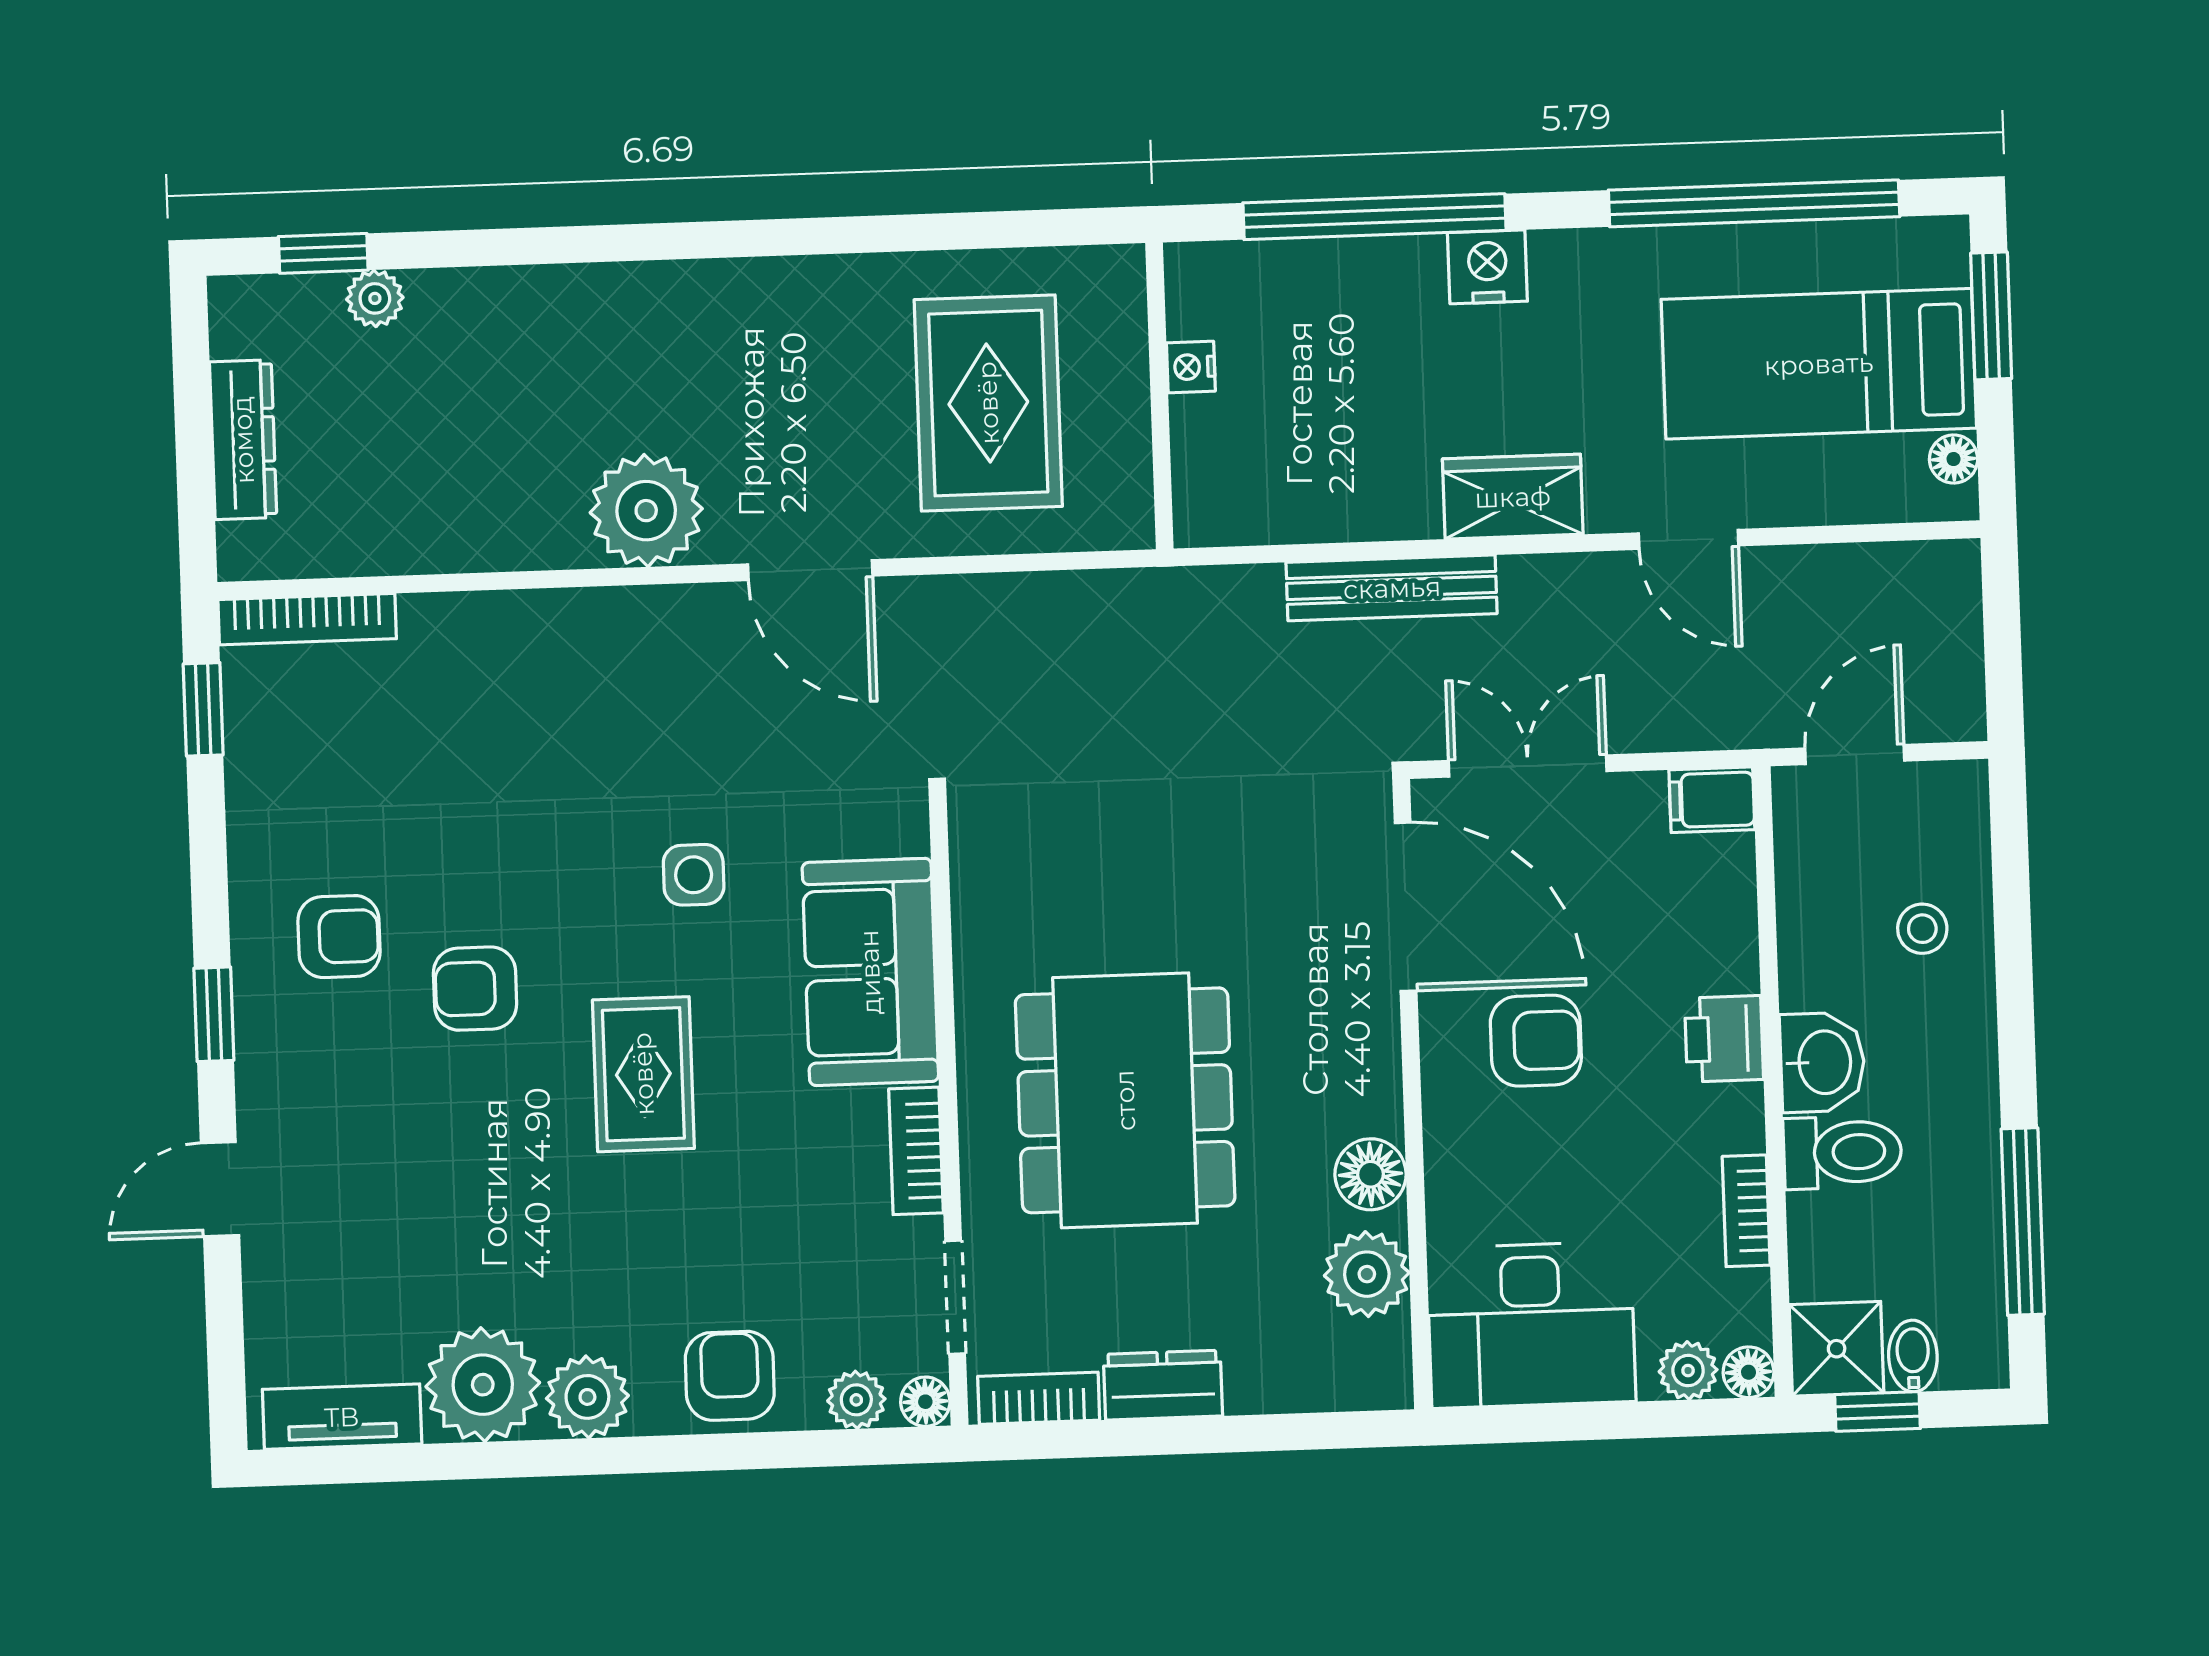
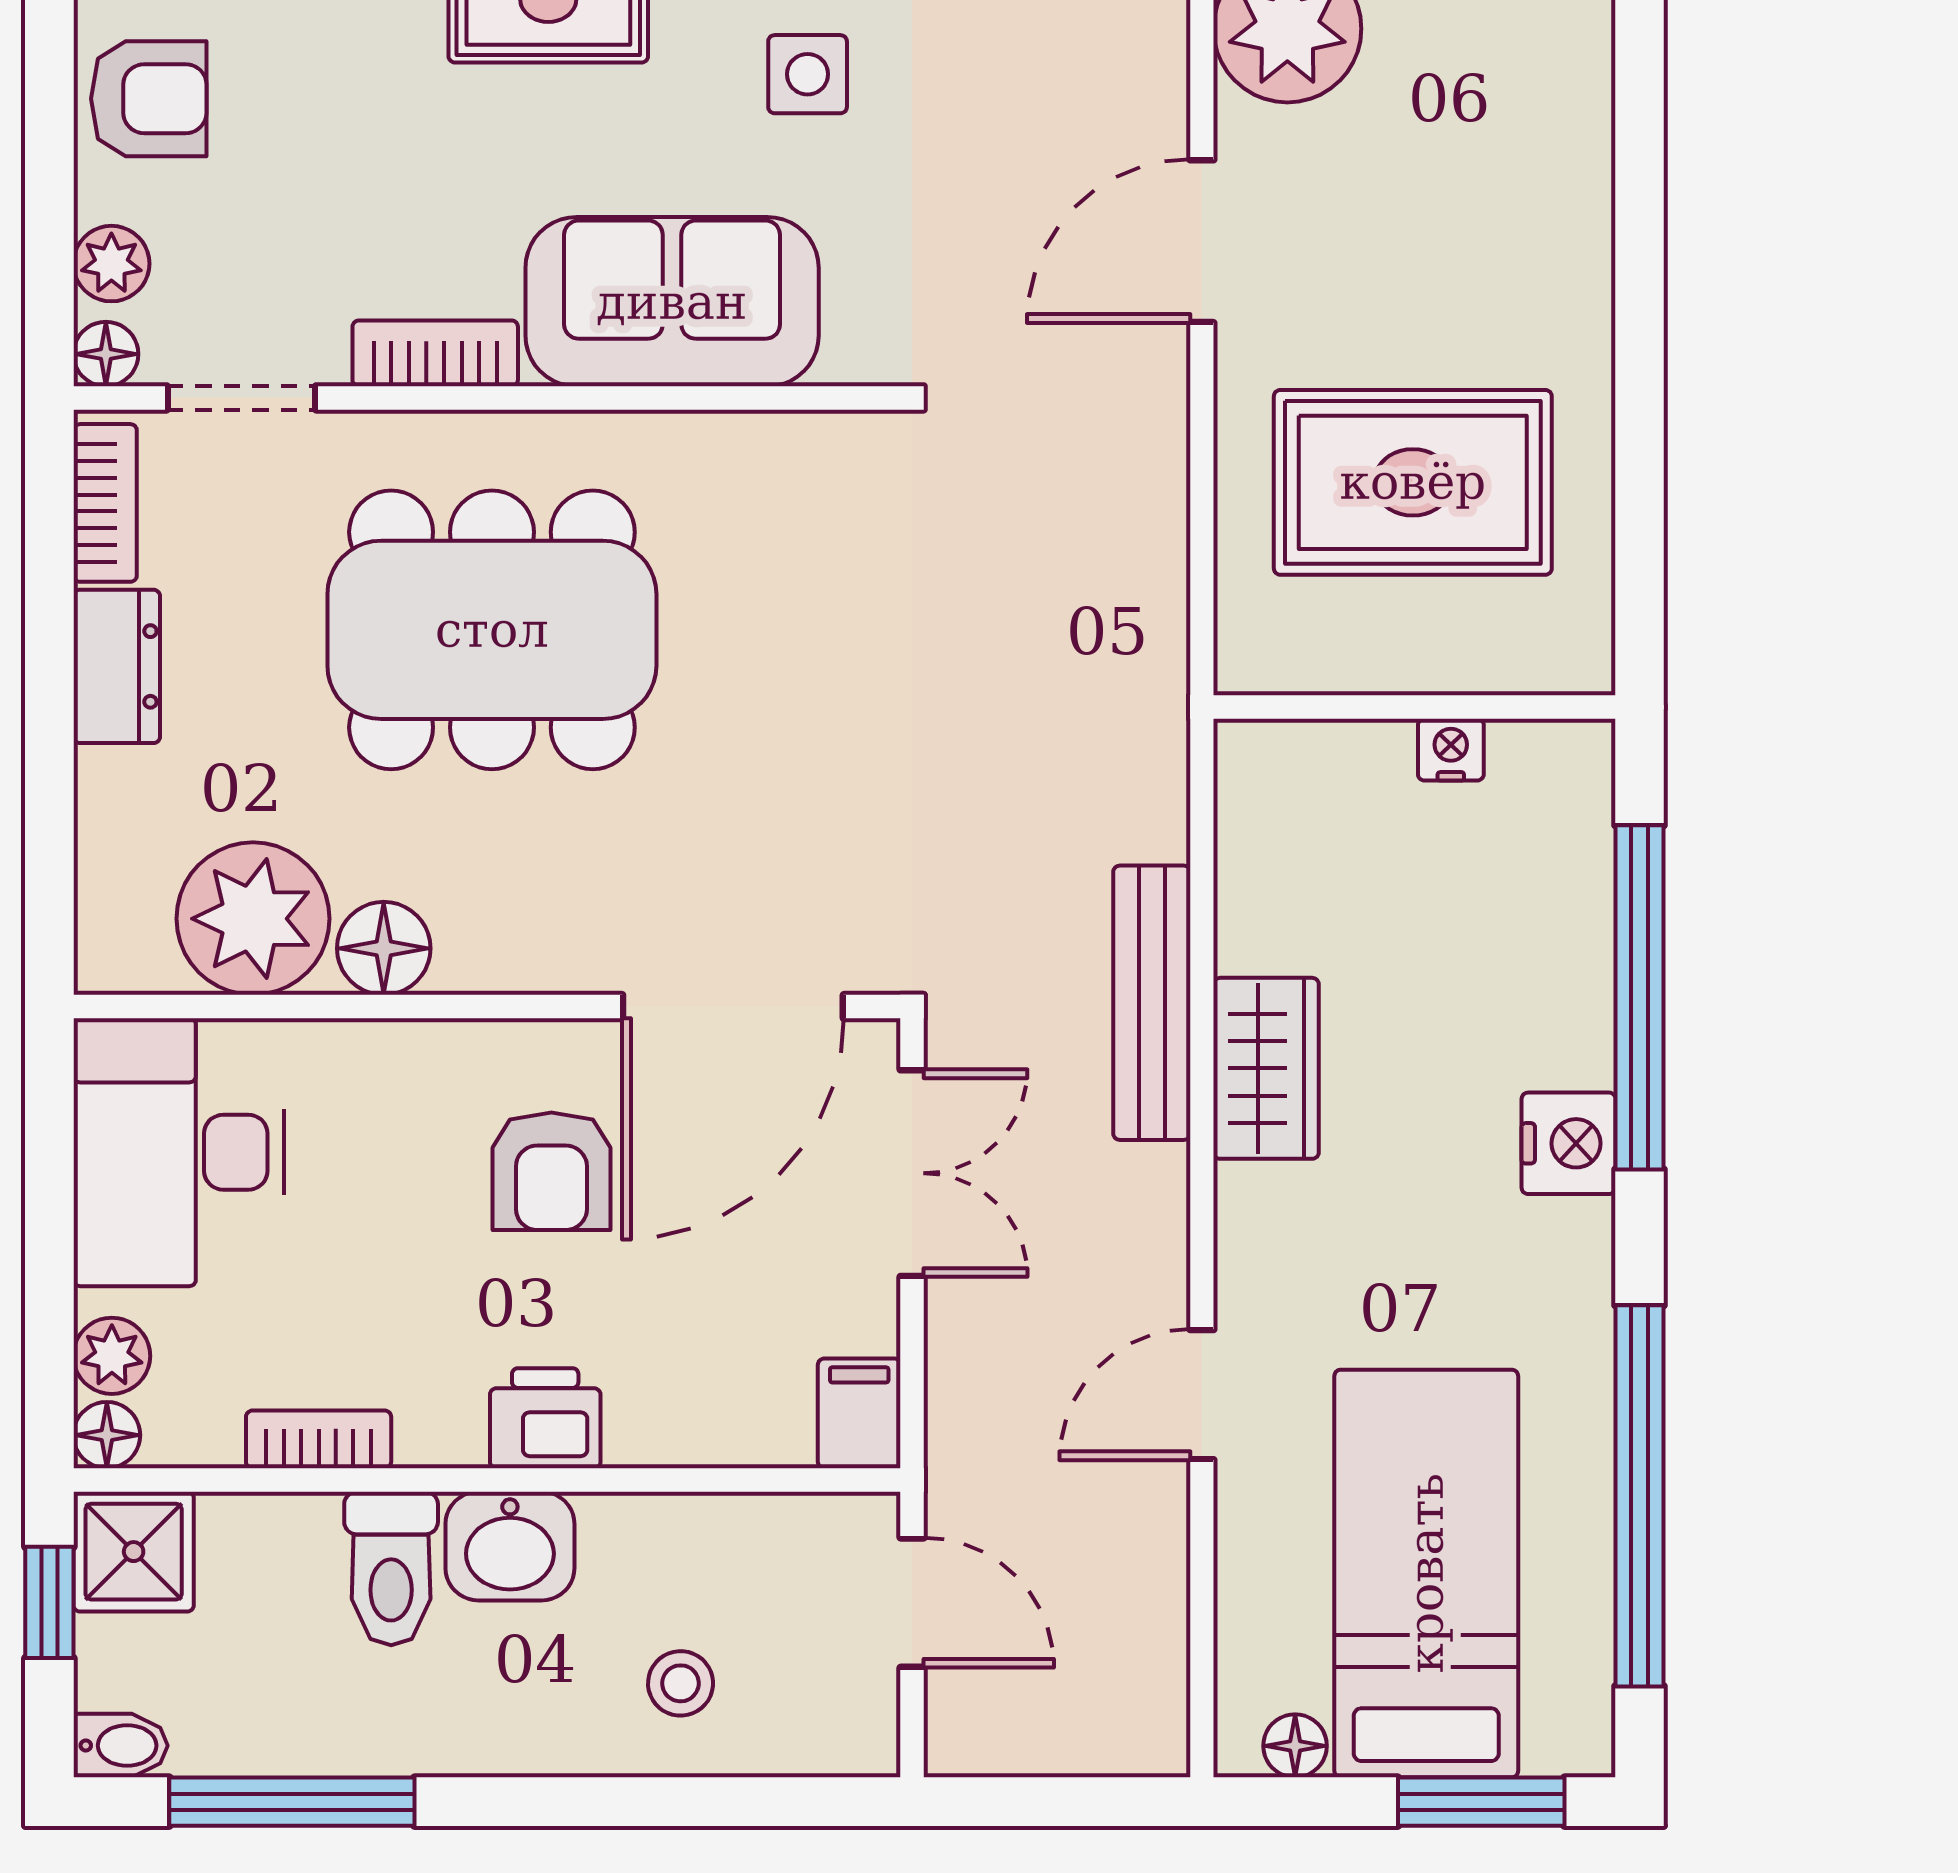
wardrobe: (1513, 497) -> (1266, 1068), moved
plant: (1367, 1274) -> (253, 919), width x1.36, depth x1.36
bidet: (1913, 1356) -> (121, 1746), moved

